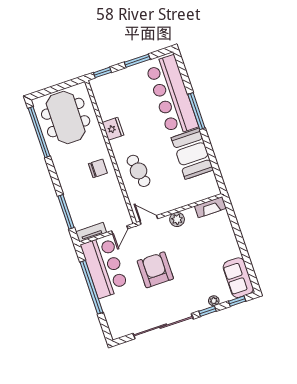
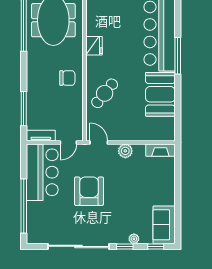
cafe table: (139, 171) -> (105, 93), turned 49
window: (91, 287) -> (24, 206), moved

